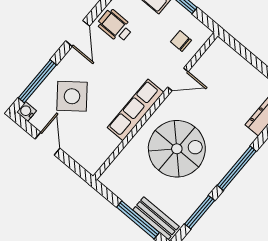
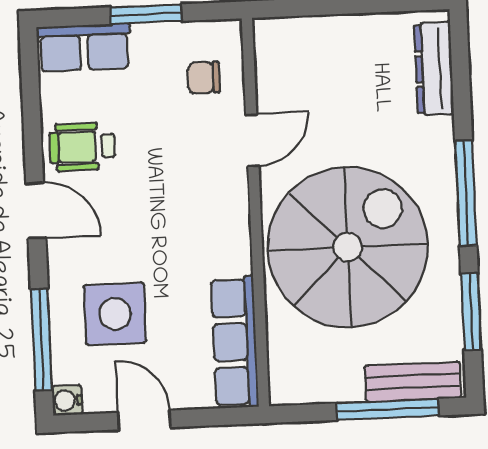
side table: (72, 96) -> (115, 314), turned 38
row of seats: (136, 110) -> (235, 342), moved
spiral stairs: (177, 149) -> (348, 247), width x1.37, depth x1.37

